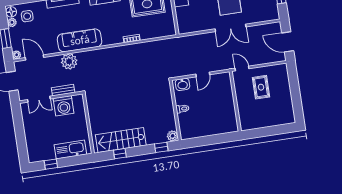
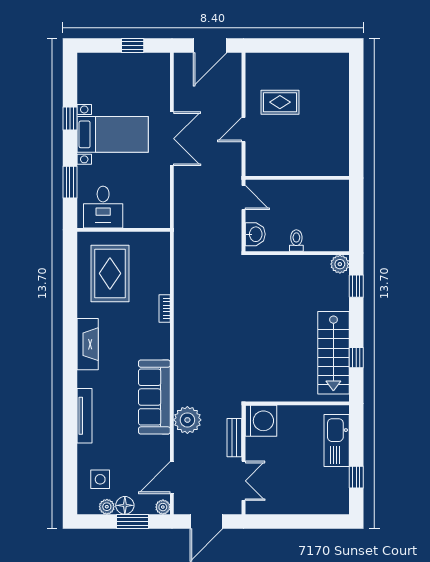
floor lamp: (11, 12) -> (125, 505), moved
wall: (235, 101) -> (297, 178), moved
washing machine: (64, 106) -> (261, 421), moved

